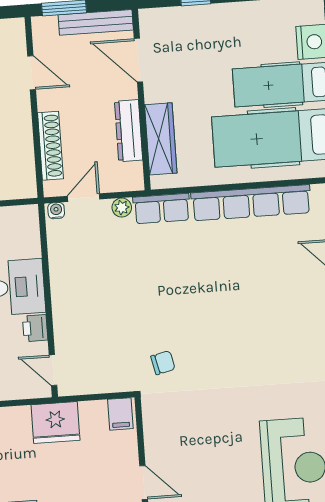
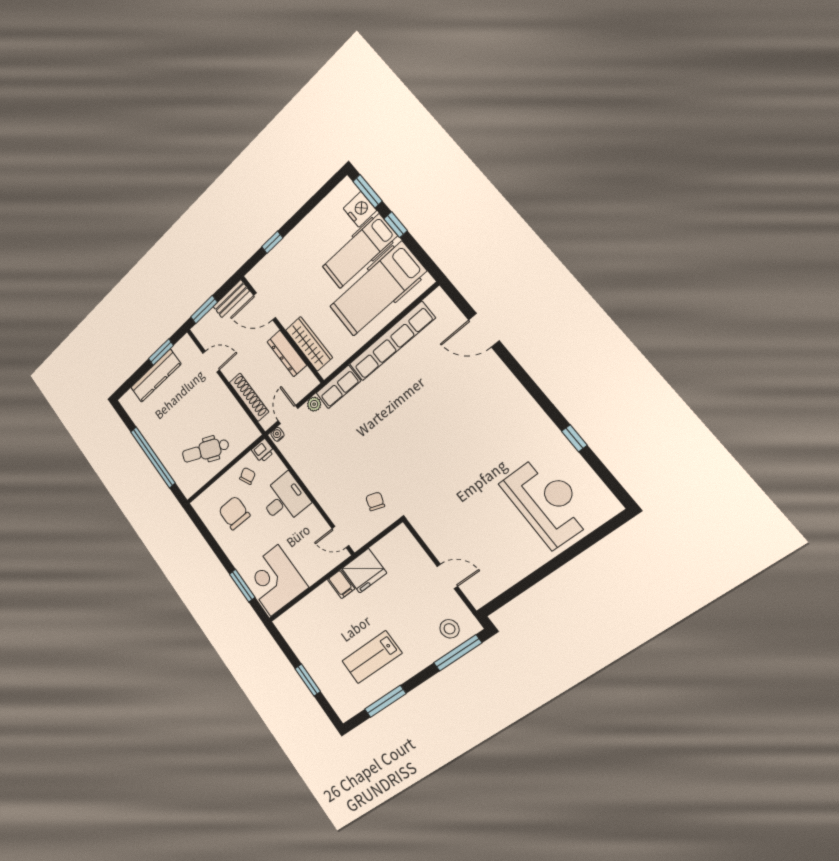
bench: (96, 22) -> (231, 299), width x0.73
printer: (35, 328) -> (263, 451), moved, turned -90
chair: (163, 363) -> (375, 501), moved, turned -58
filing cabinet: (120, 414) -> (341, 584), moved

